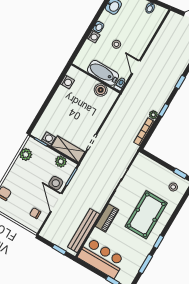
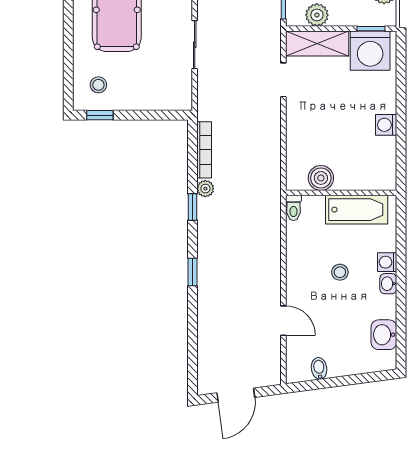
door: (136, 67) -> (283, 321), moved
bathtub: (103, 73) -> (357, 210), moved
washing machine: (67, 82) -> (386, 125), moved
washing machine: (48, 139) -> (370, 51), width x1.89, depth x1.89

